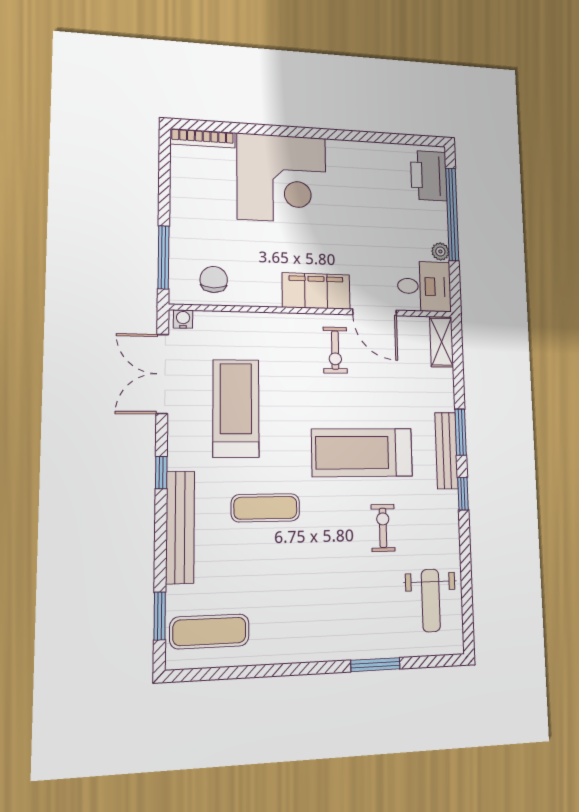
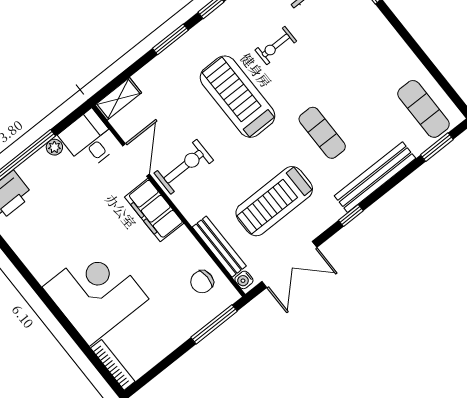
exercise bike: (335, 350) -> (184, 167), width x1.38, depth x1.39
bench: (446, 450) -> (219, 247), moved, turned 90
treadmill: (362, 453) -> (238, 97), turned 180

